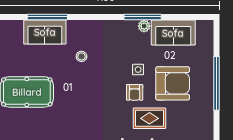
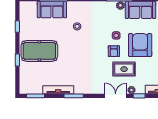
armchair: (173, 83) -> (140, 45), turned -90

